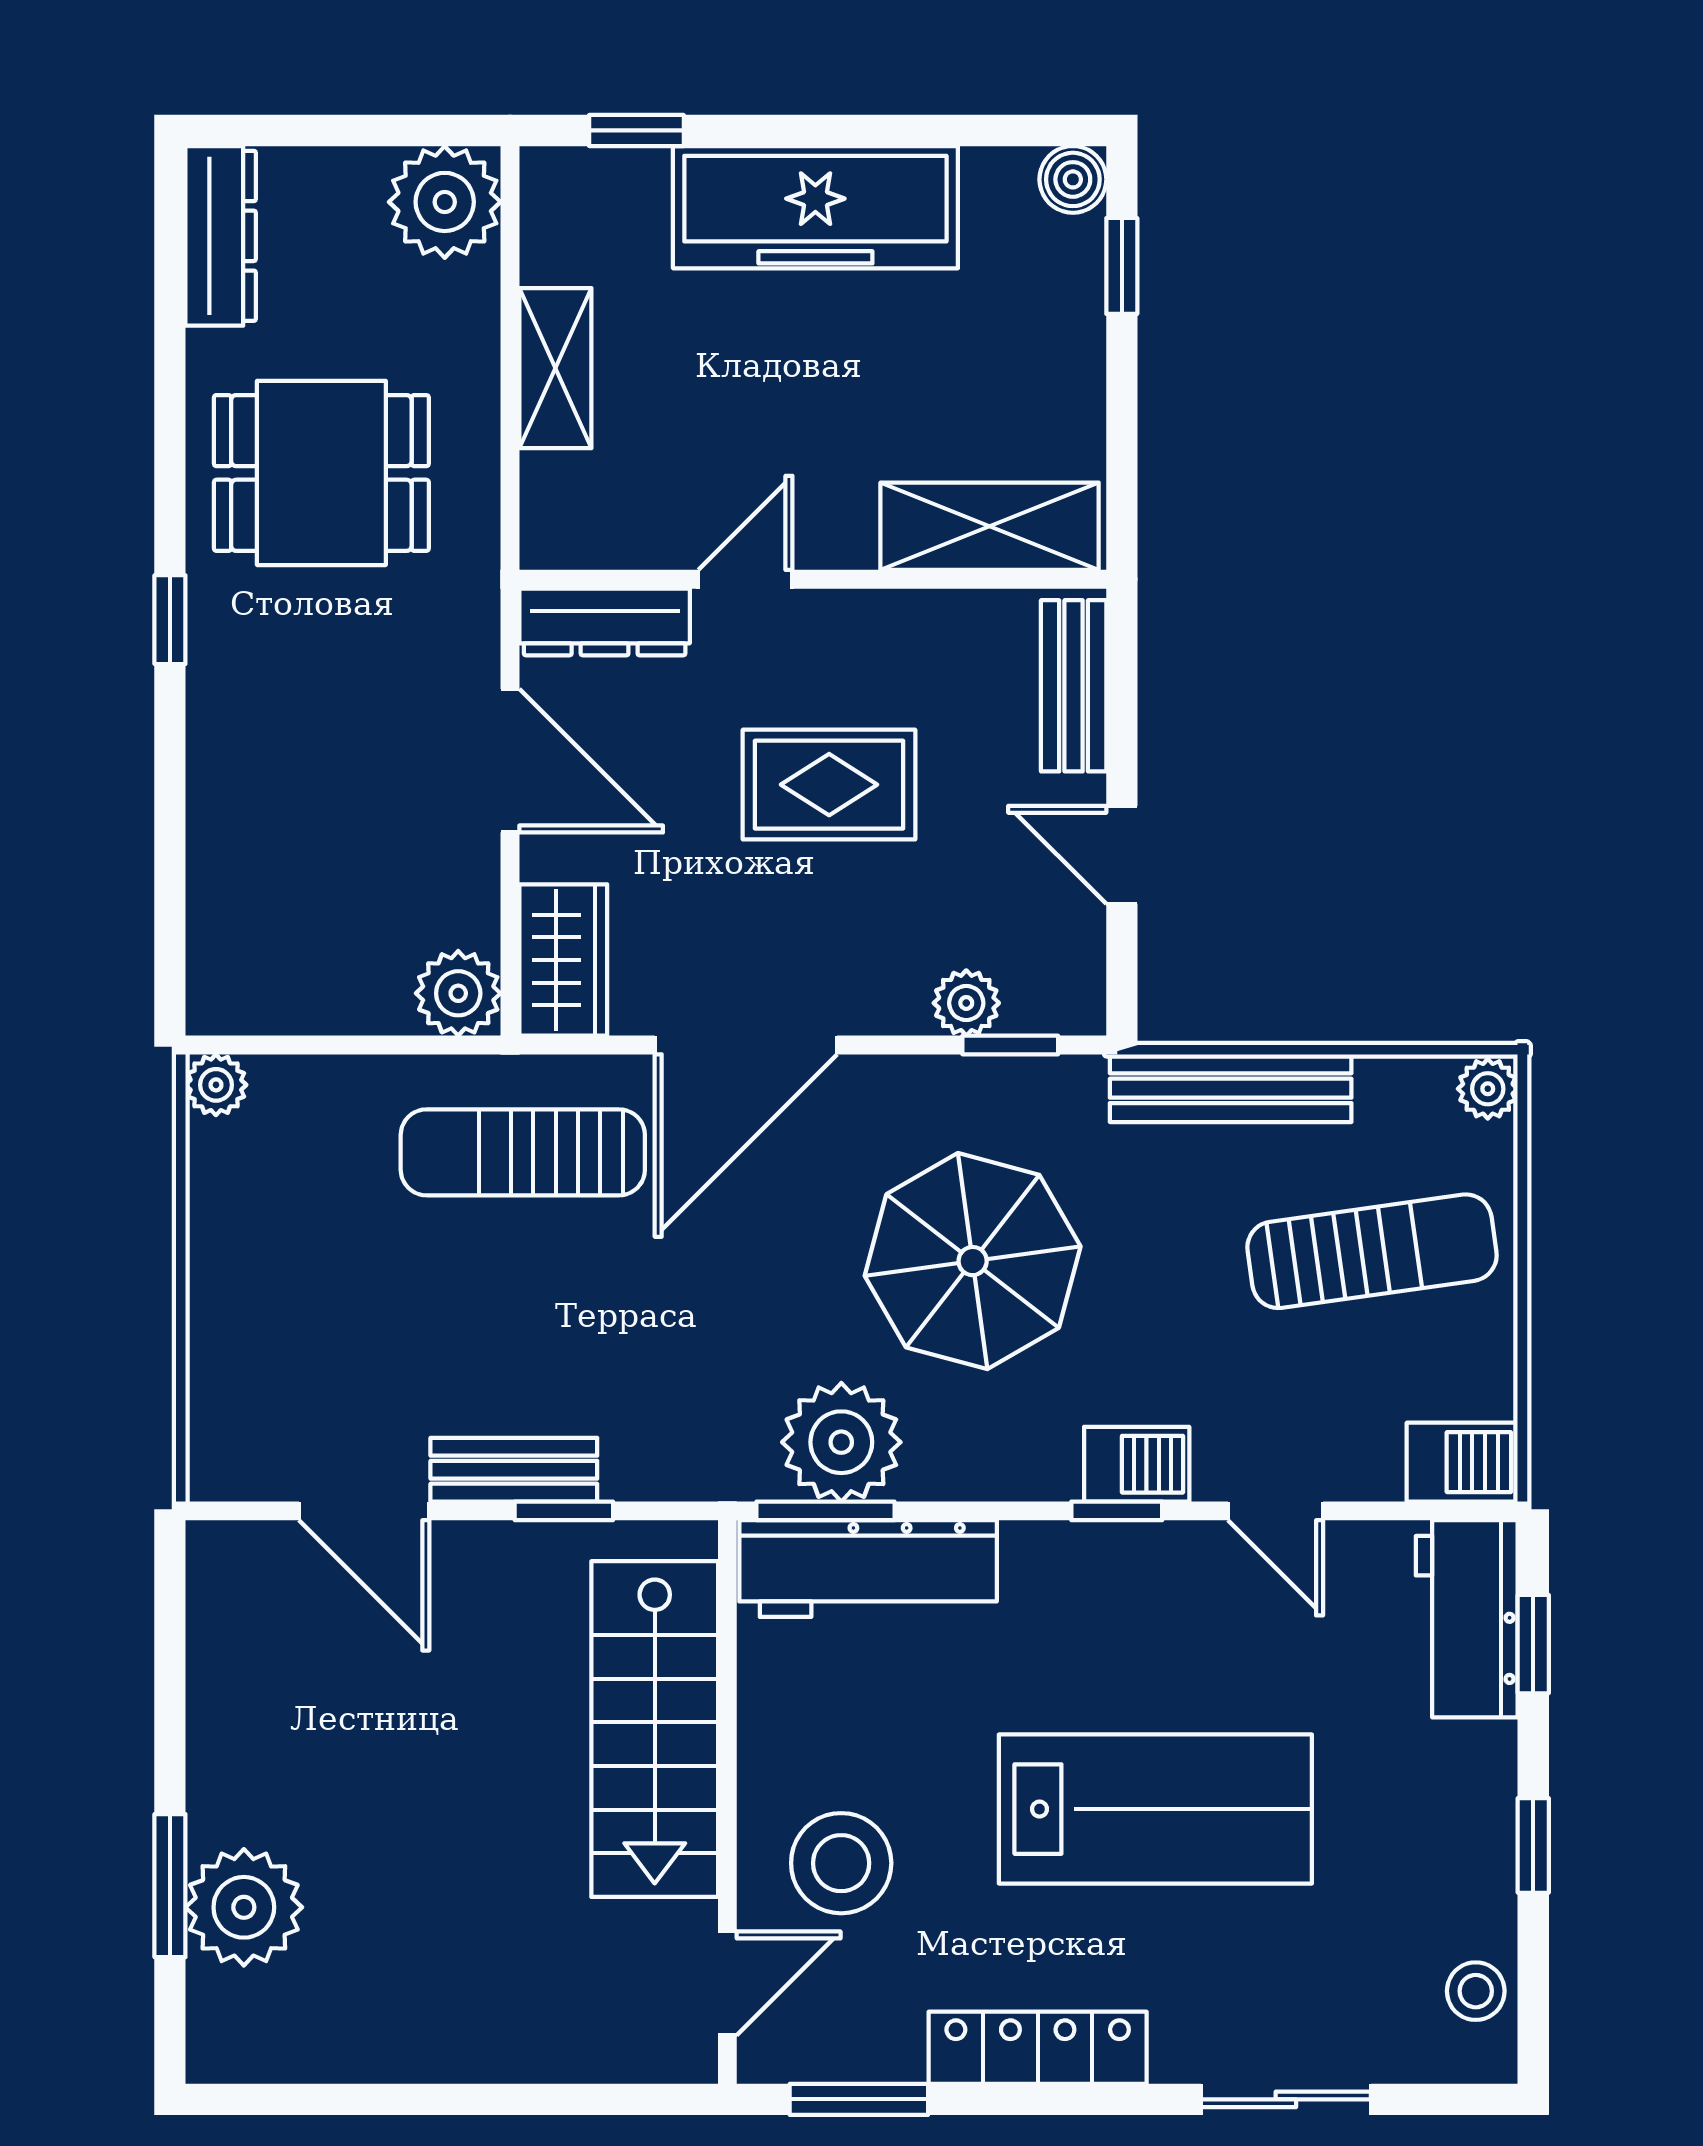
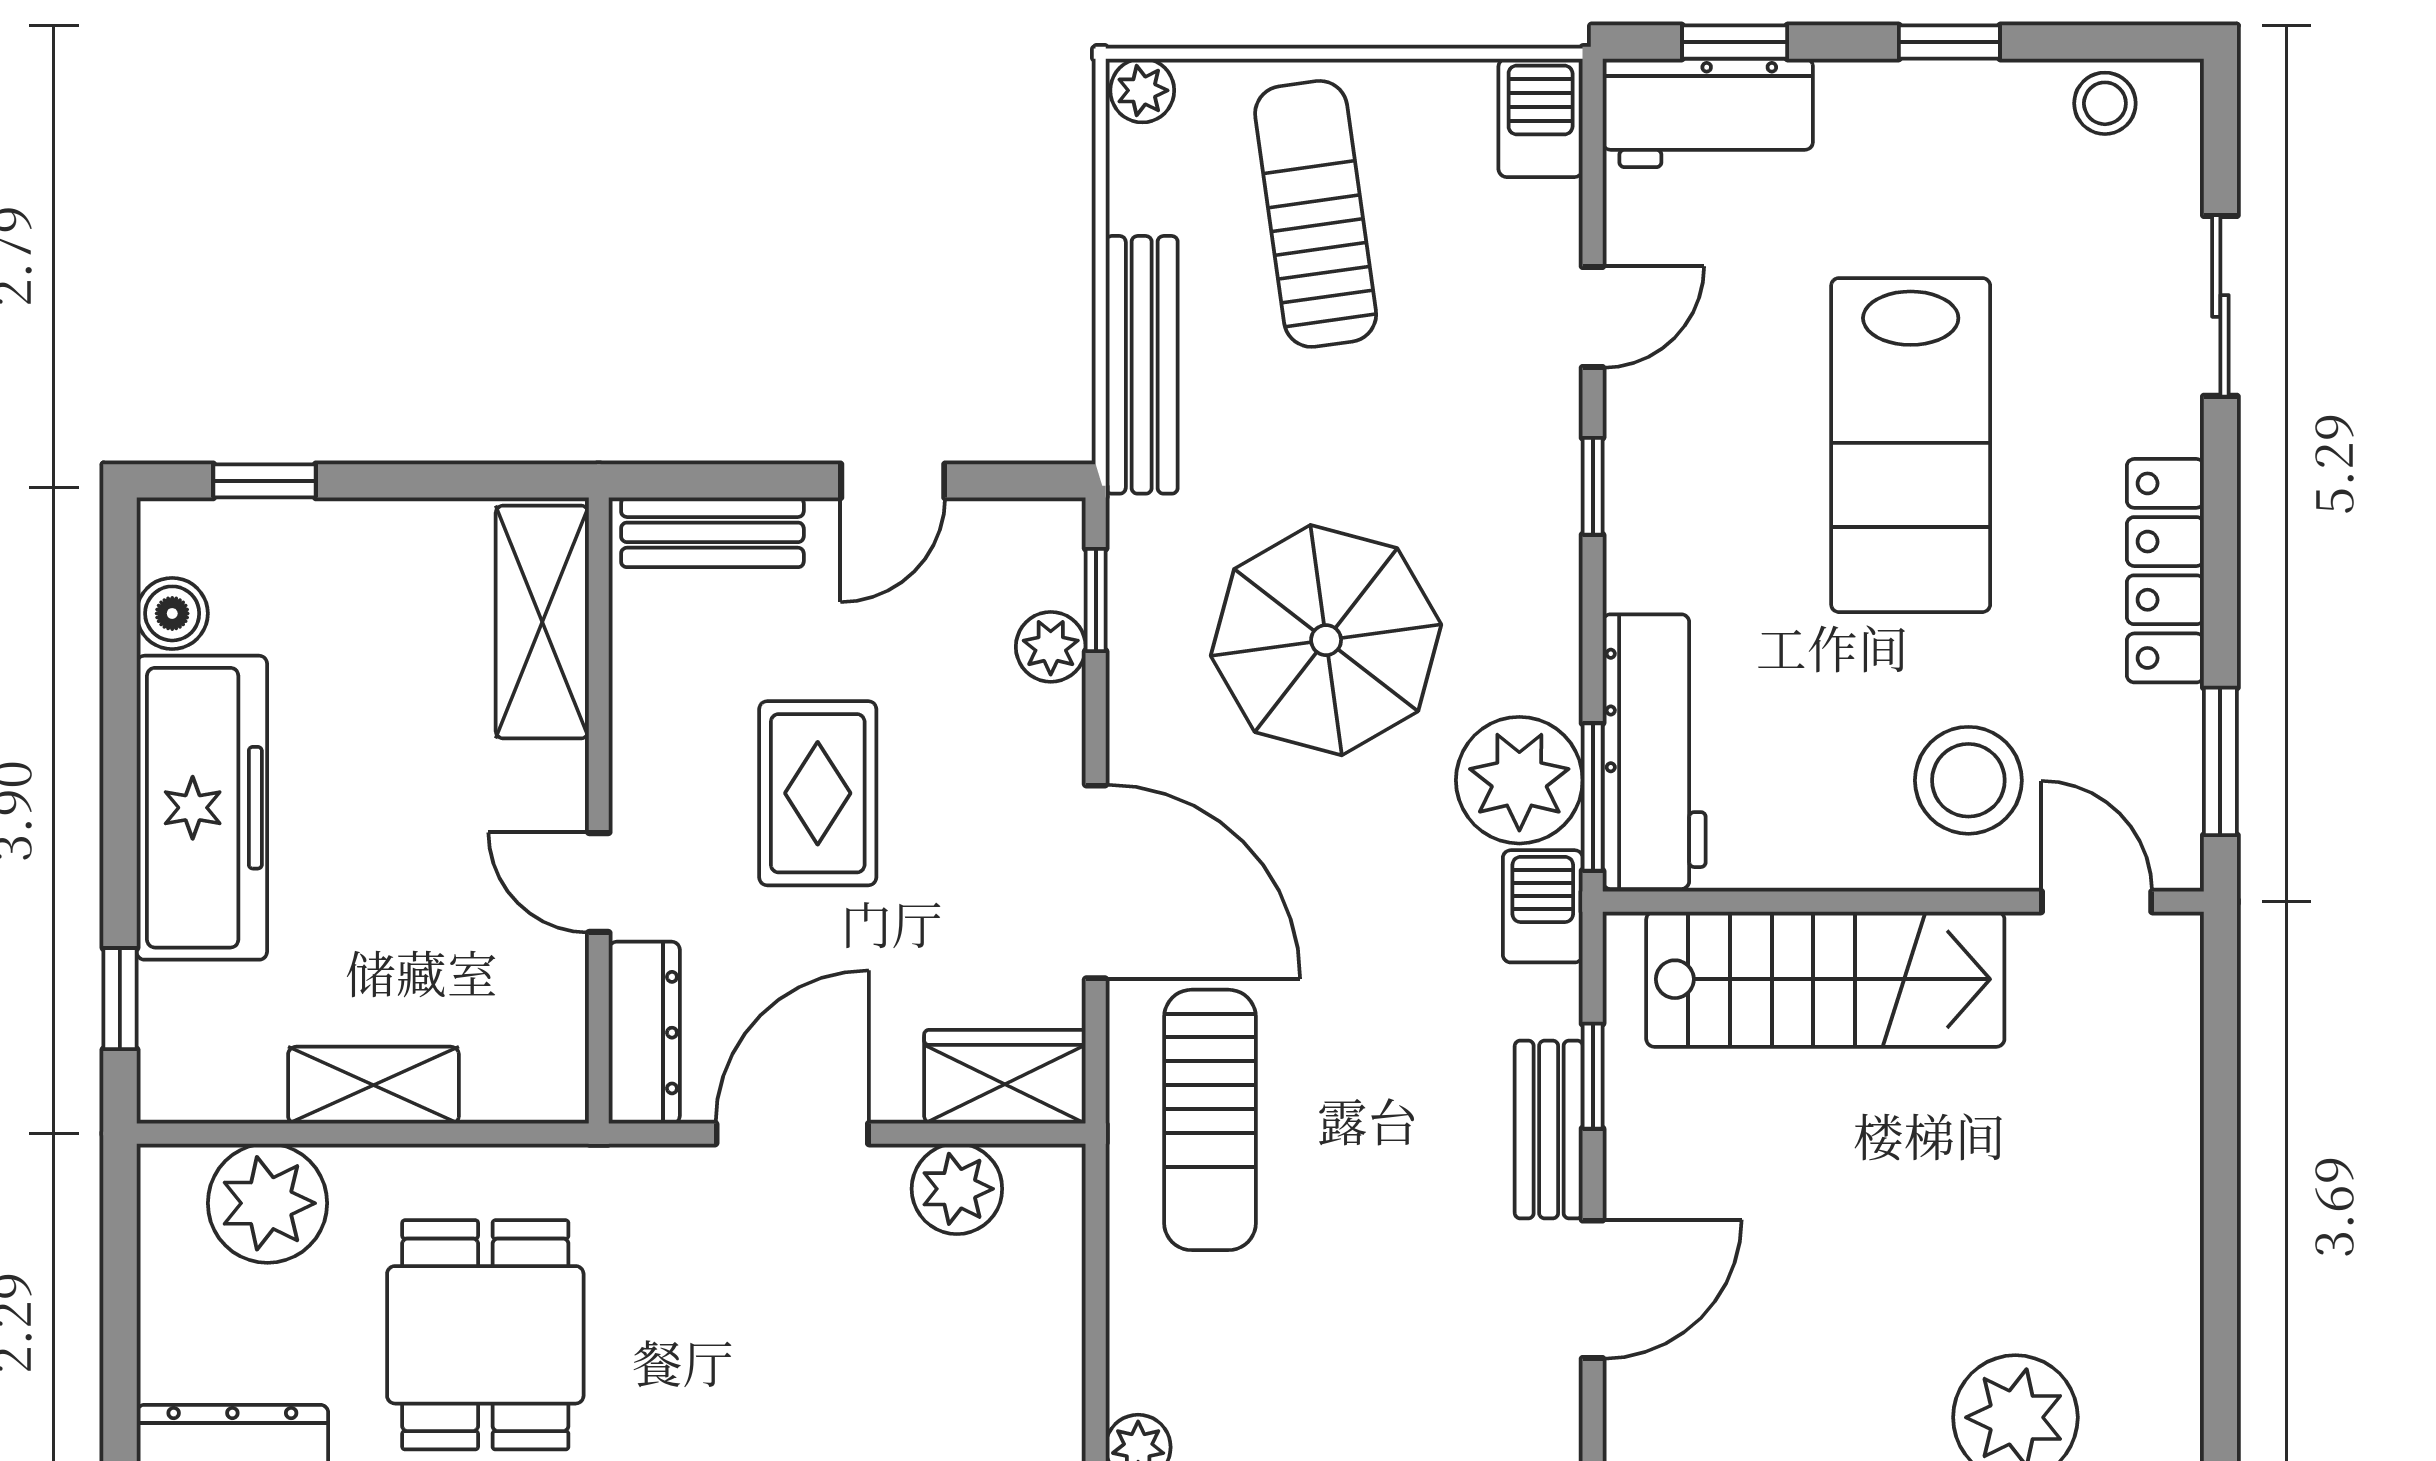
boiler: (1073, 179) -> (172, 613), moved
plant: (445, 202) -> (267, 1203), moved
plant: (458, 993) -> (957, 1189), moved
barbecue: (1137, 1464) -> (1543, 906), moved
lab bench: (1155, 1809) -> (1911, 445), turned 180

